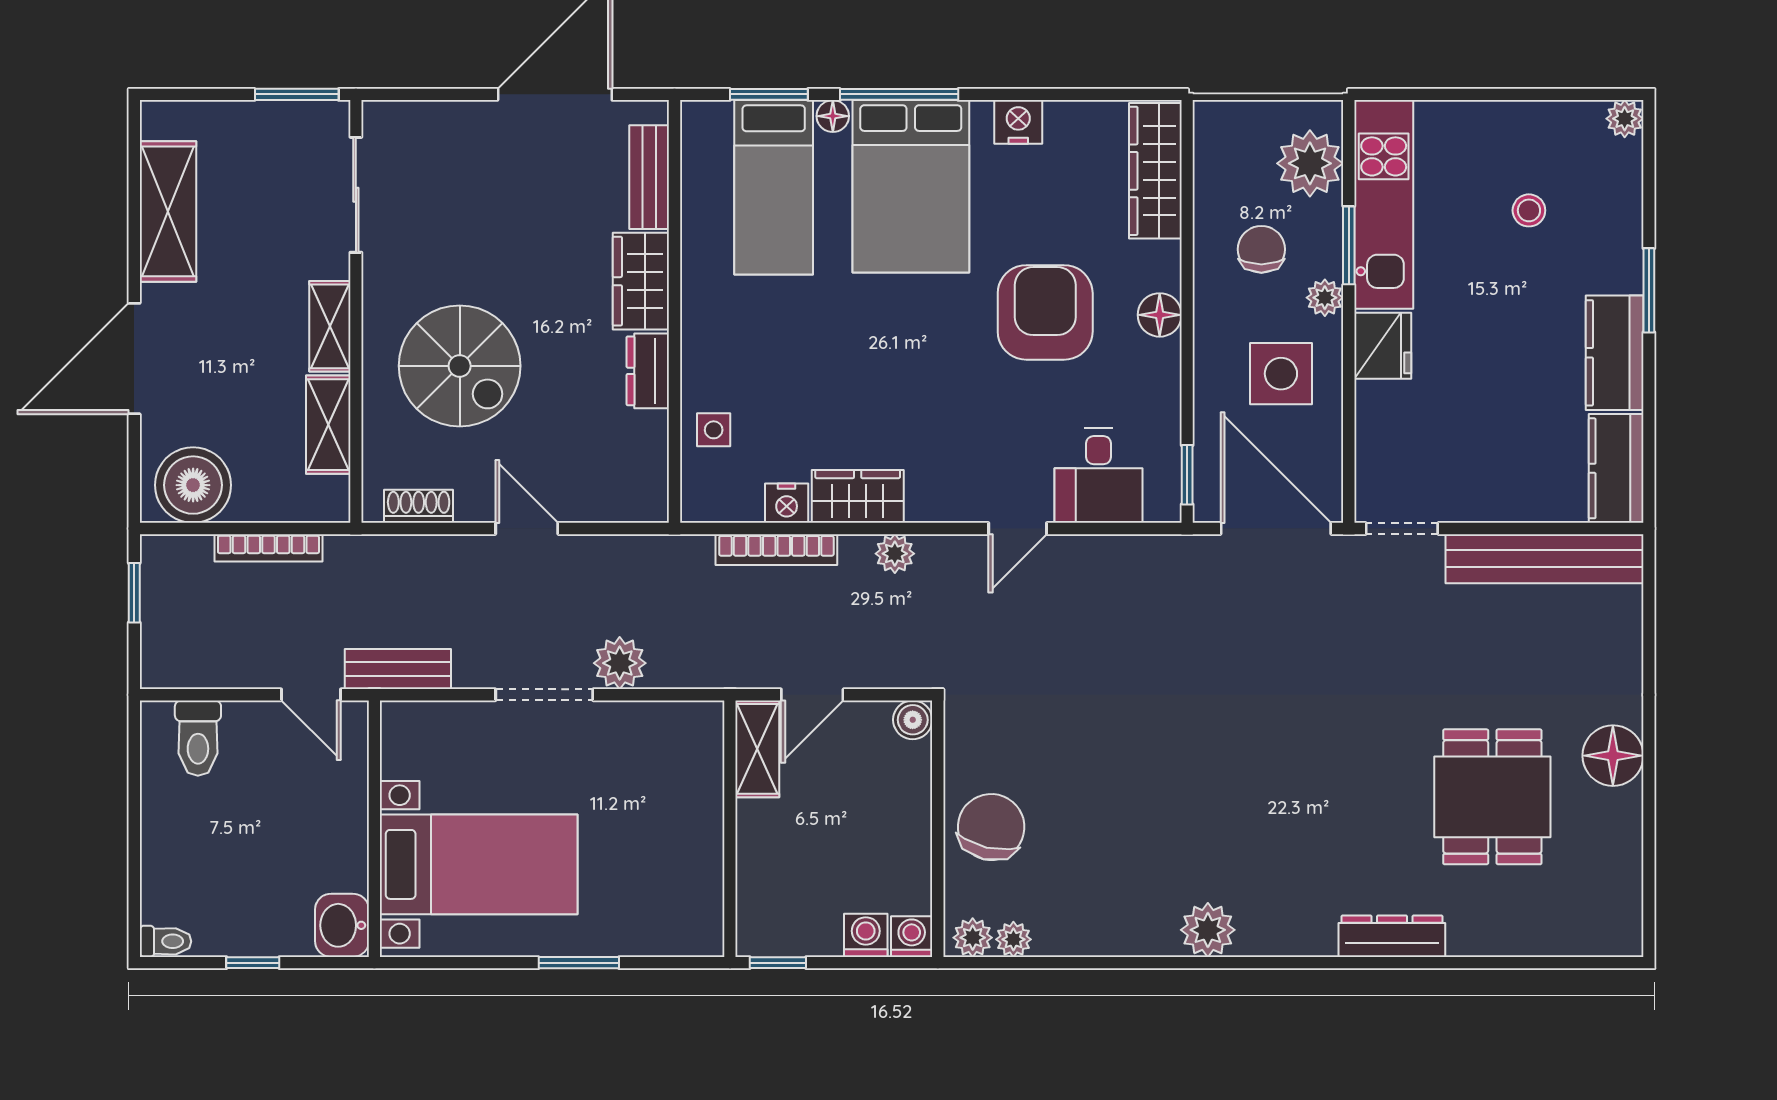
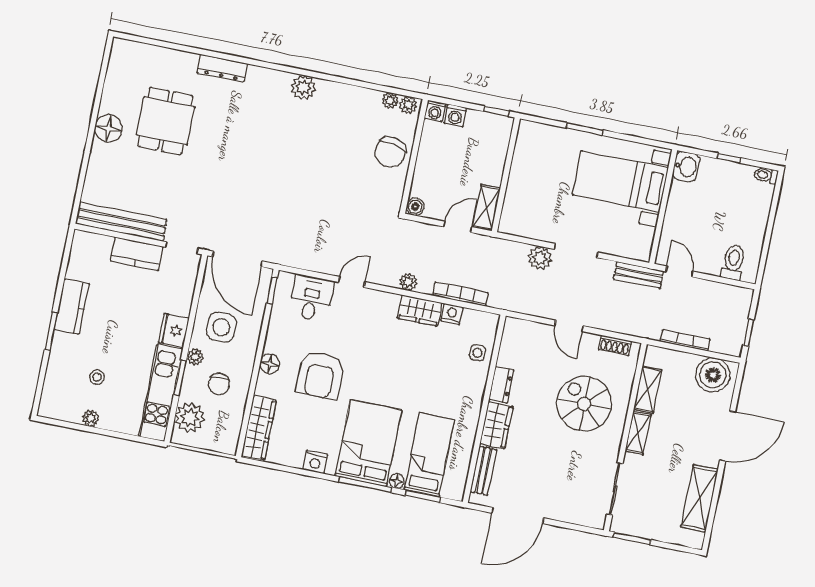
plant: (1625, 119) -> (91, 418), moved
kitchen counter: (1616, 468) -> (137, 254), moved, turned 90

